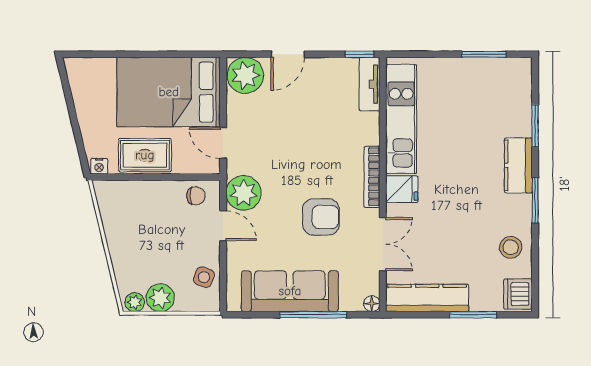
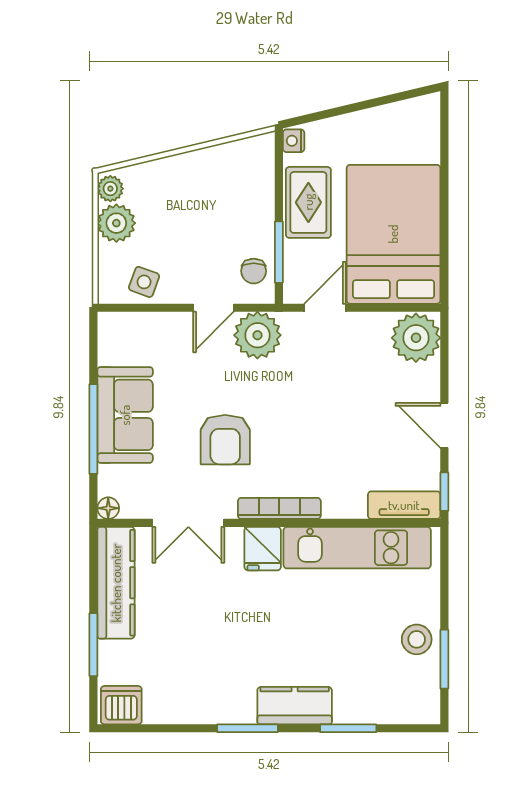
door: (288, 54) -> (444, 425), moved
window: (182, 177) -> (279, 252), added
stool: (511, 247) -> (417, 639), moved
sofa: (290, 291) -> (125, 415), width x0.73

